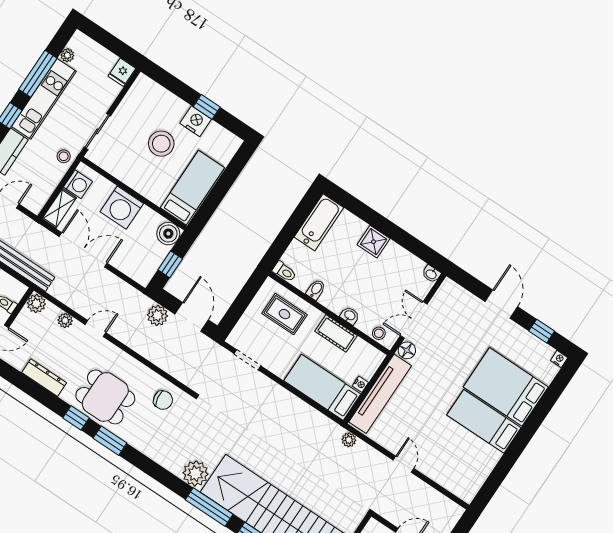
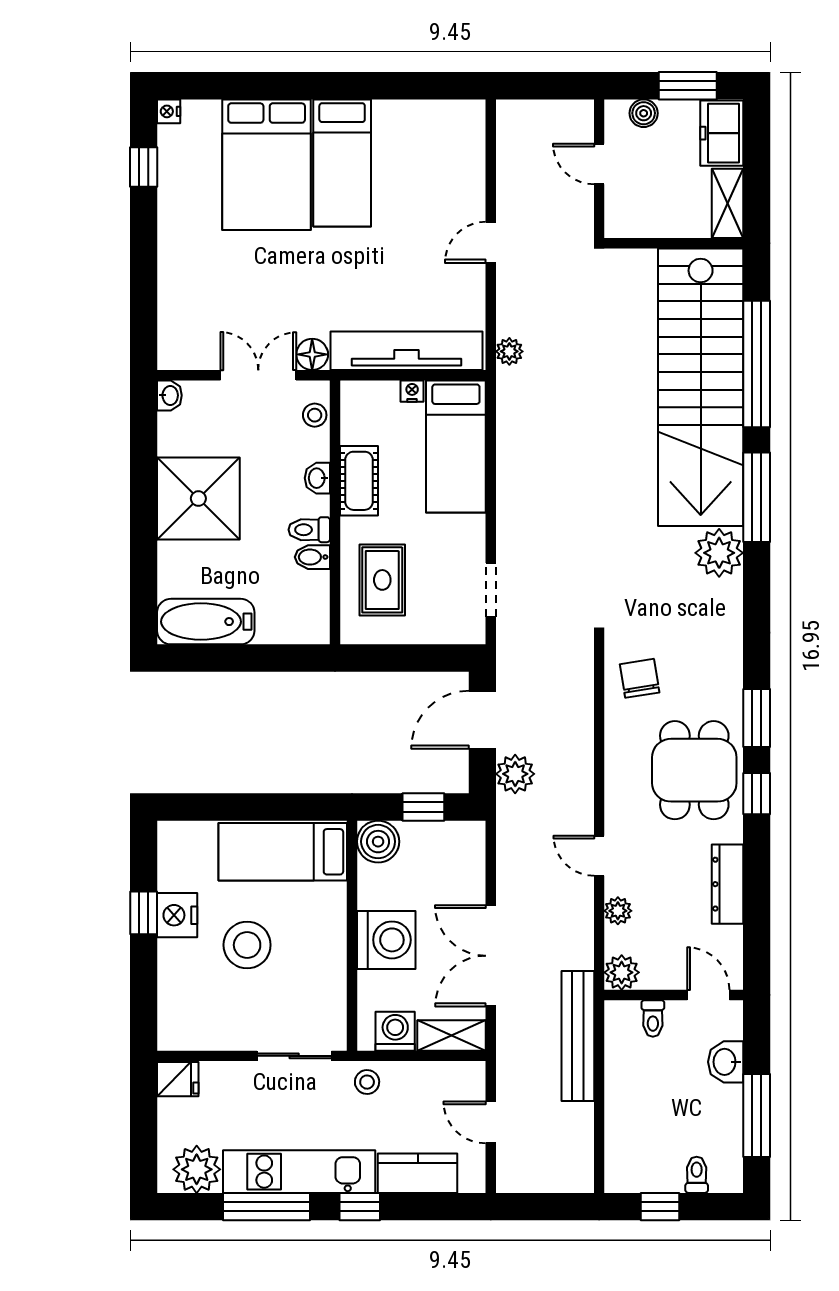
plant: (67, 55) -> (197, 1169), width x1.87, depth x1.87
shower: (374, 242) -> (198, 499), width x1.86, depth x1.86
toilet: (284, 272) -> (309, 530), moved, turned -90
door: (501, 304) -> (144, 257), removed
double door: (414, 320) -> (258, 375), swing flipped

